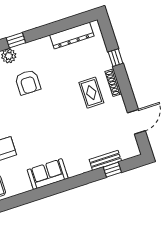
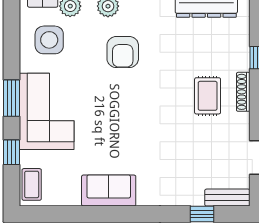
bench: (105, 160) -> (227, 198), moved

